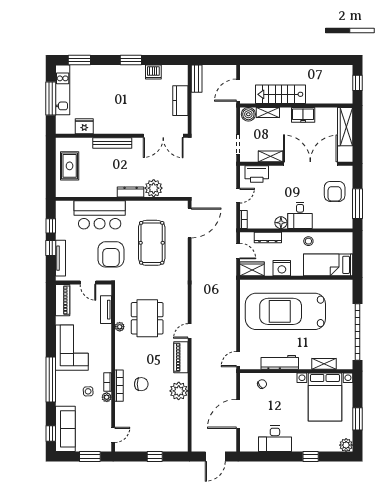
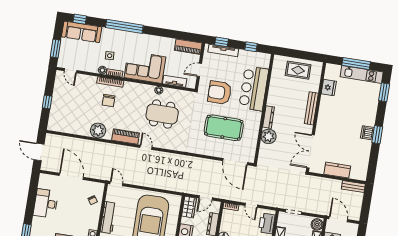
dishwasher: (153, 72) -> (367, 133), moved
window: (51, 248) -> (222, 42), moved
corner sofa: (72, 348) -> (145, 67), moved, turned 180

